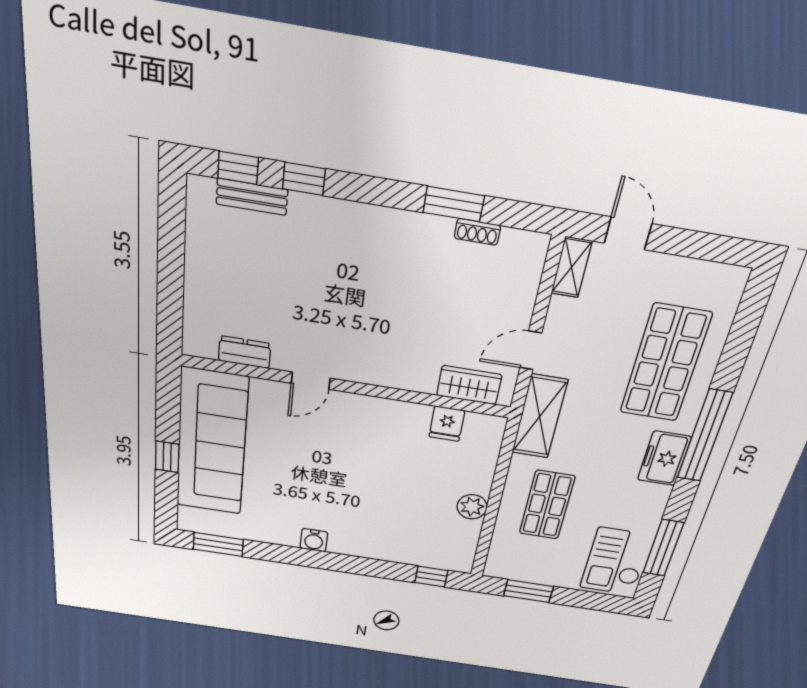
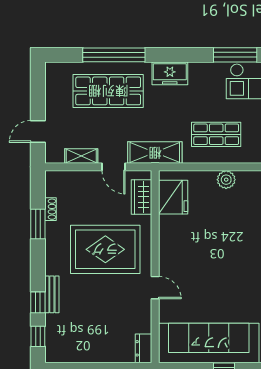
bench: (252, 197) -> (52, 294), moved
shelving: (572, 267) -> (81, 156), moved
rug: (388, 314) -> (105, 249), added
dresser: (245, 352) -> (143, 348), moved
fridge: (447, 424) -> (173, 197), width x1.88, depth x1.34
window: (705, 436) -> (114, 55), moved

